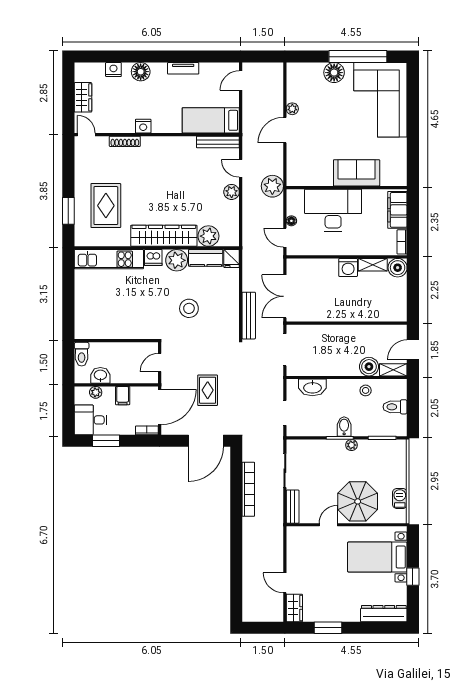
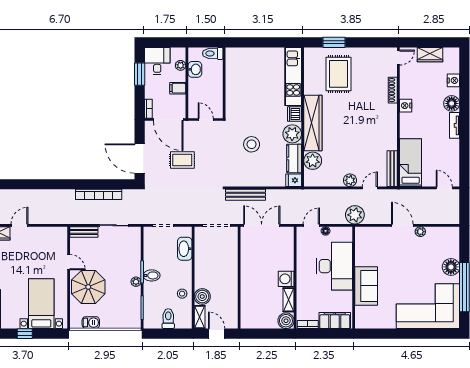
tv unit: (183, 68) -> (454, 125), moved
rug: (106, 206) -> (338, 74), turned 90

